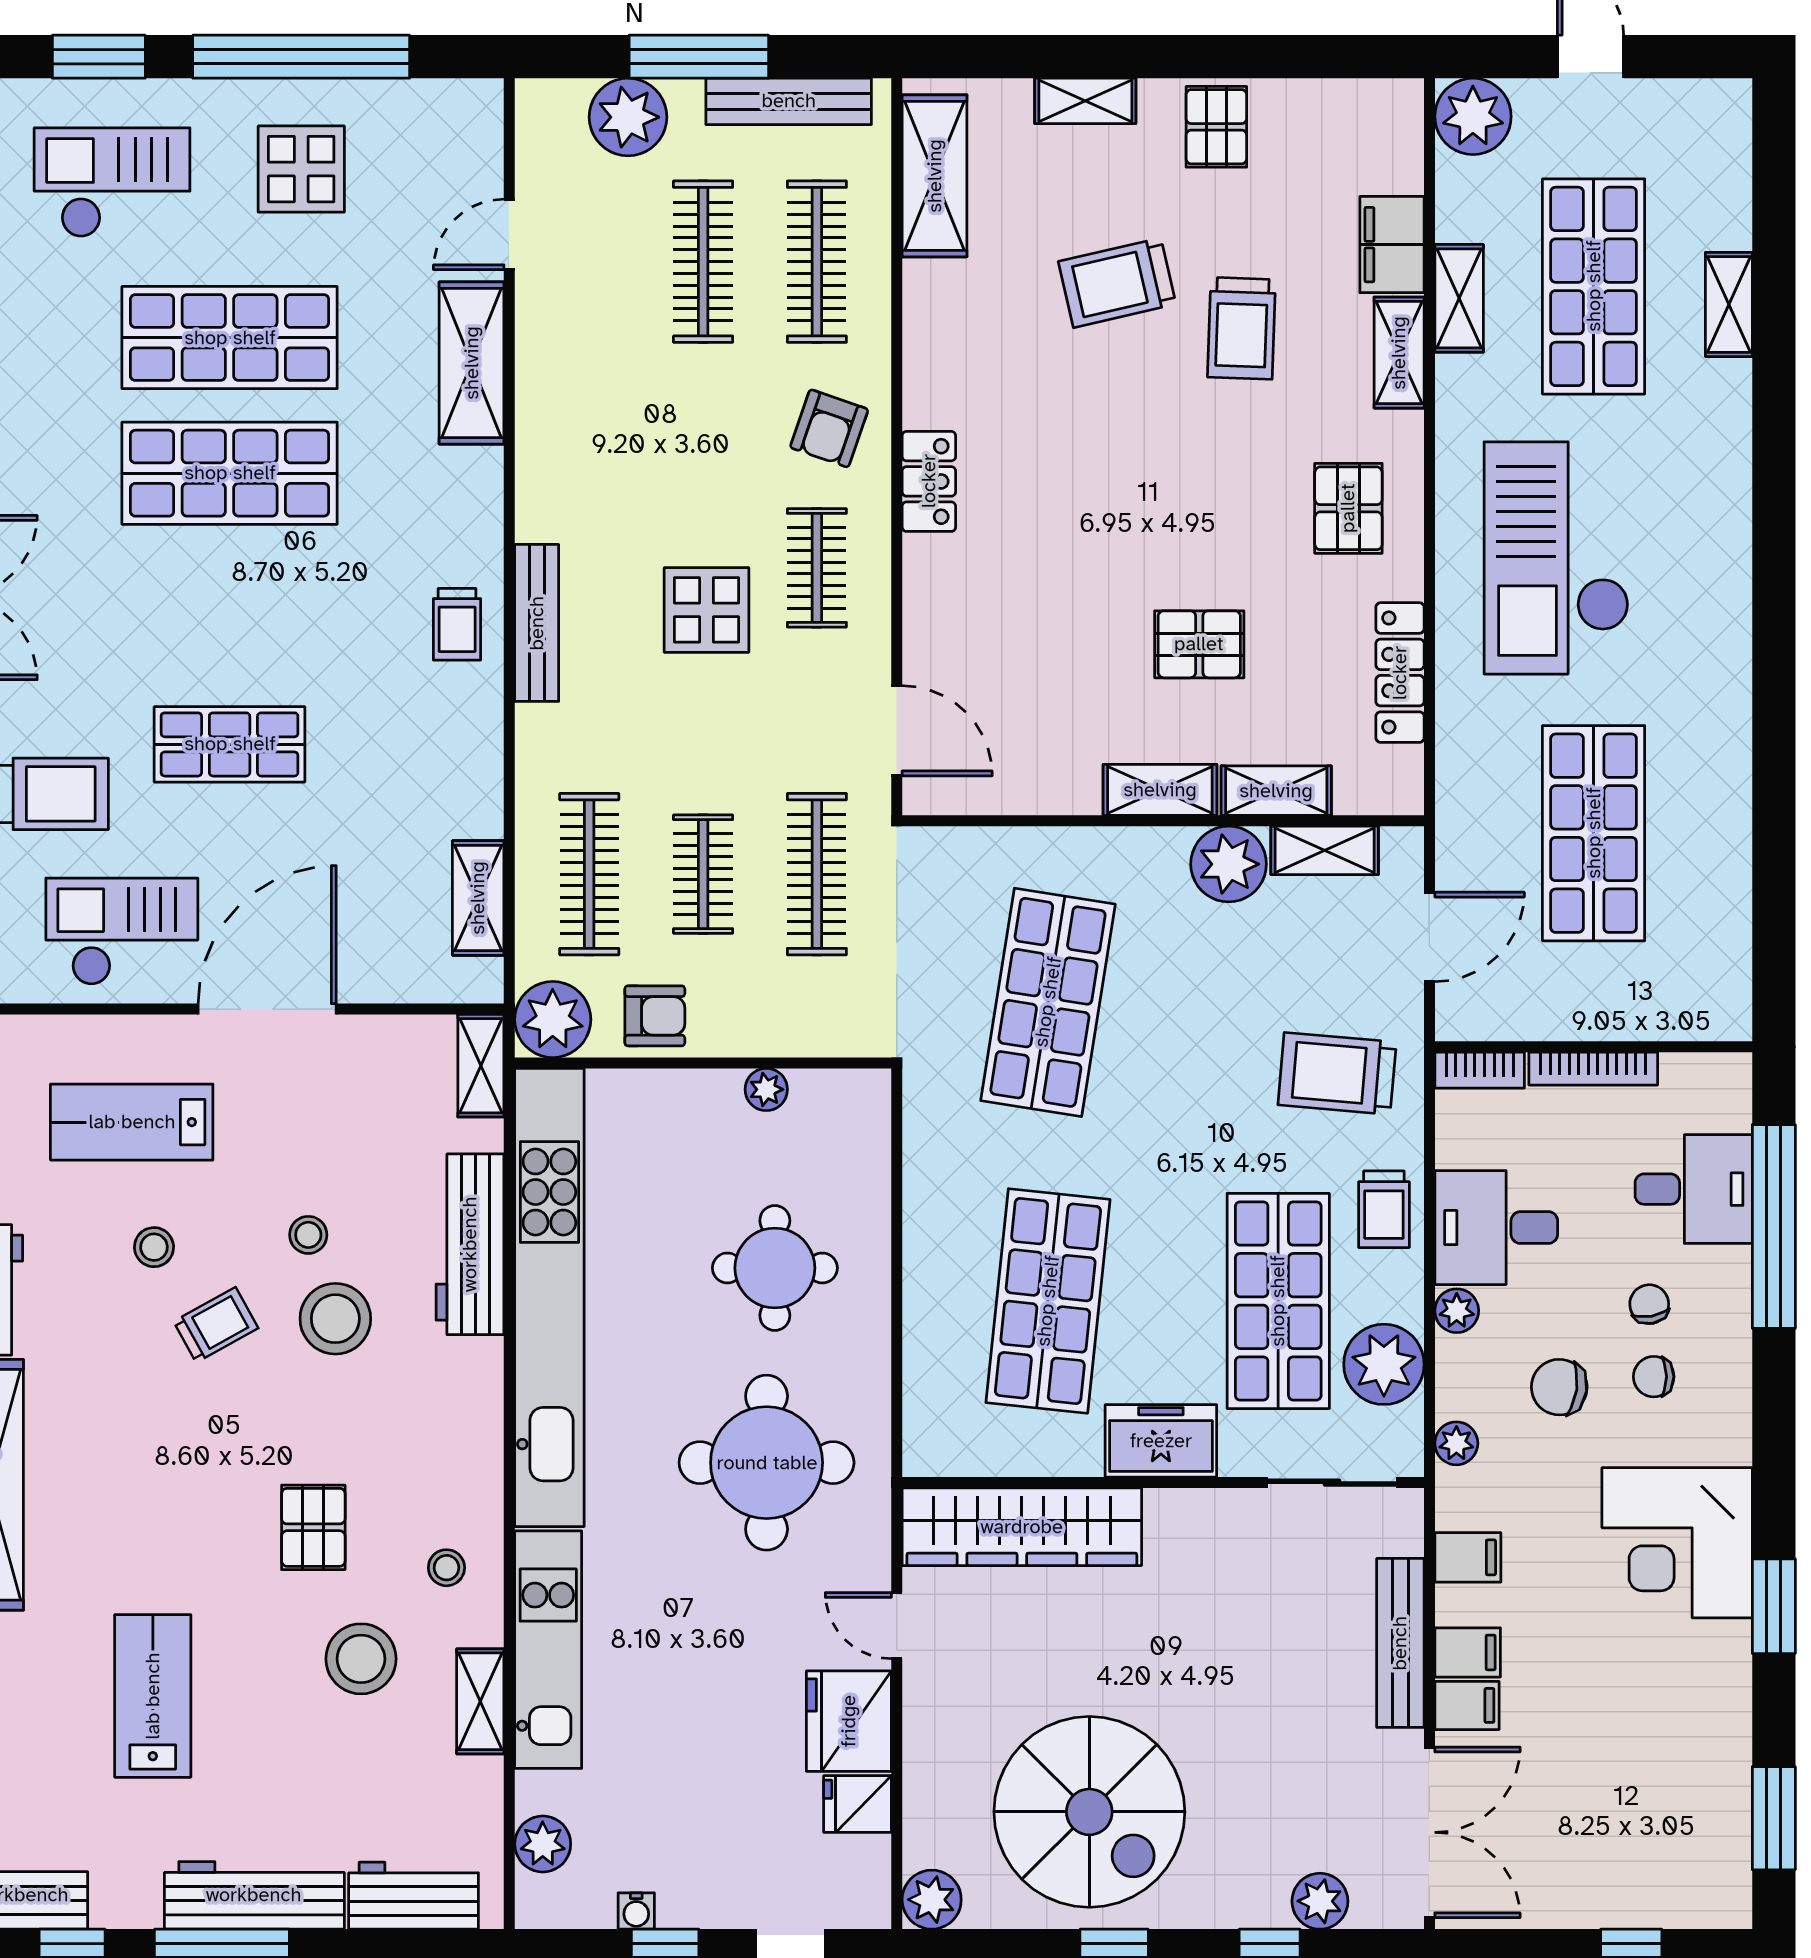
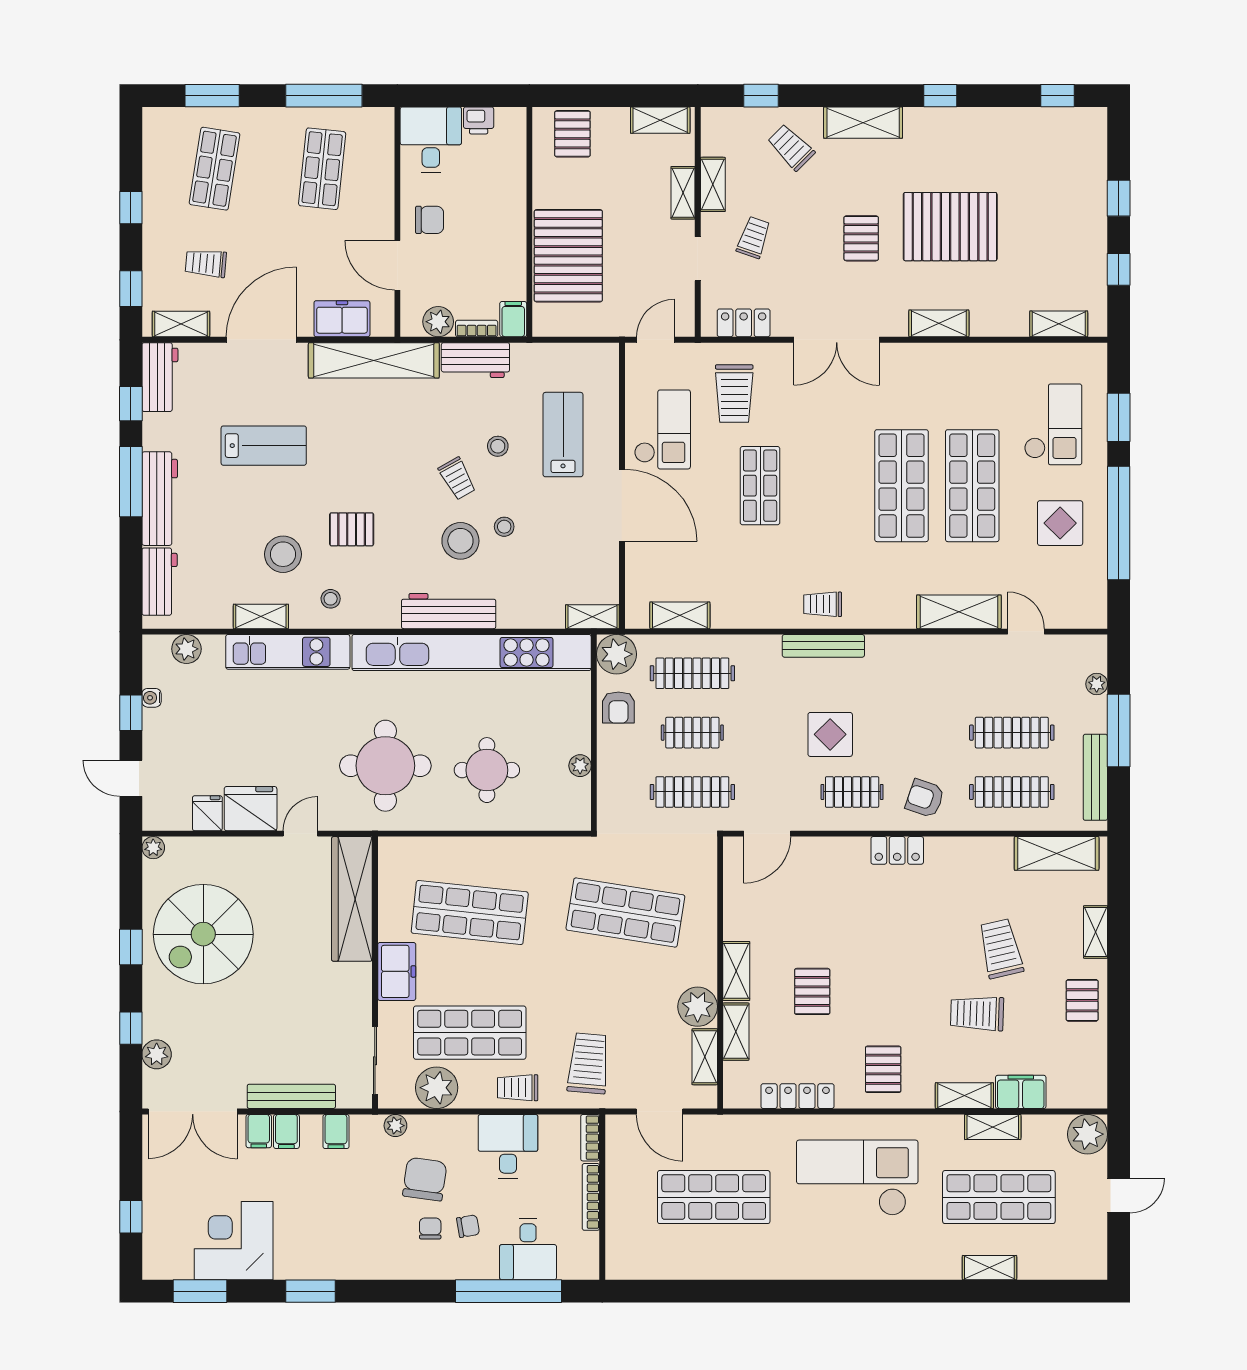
plant: (628, 117) -> (1097, 684), width x0.53, depth x0.53
pallet: (1216, 127) -> (1082, 1000), turned 90
pallet: (1348, 508) -> (883, 1069), turned 90
workbench: (470, 1244) -> (449, 611), moved
plant: (1457, 1311) -> (465, 1126), removed
chair: (1559, 1387) -> (425, 1179), width x1.37, depth x1.37
corner desk: (1677, 1543) -> (234, 1241), moved
plant: (932, 1900) -> (153, 848), width x0.73, depth x0.73

